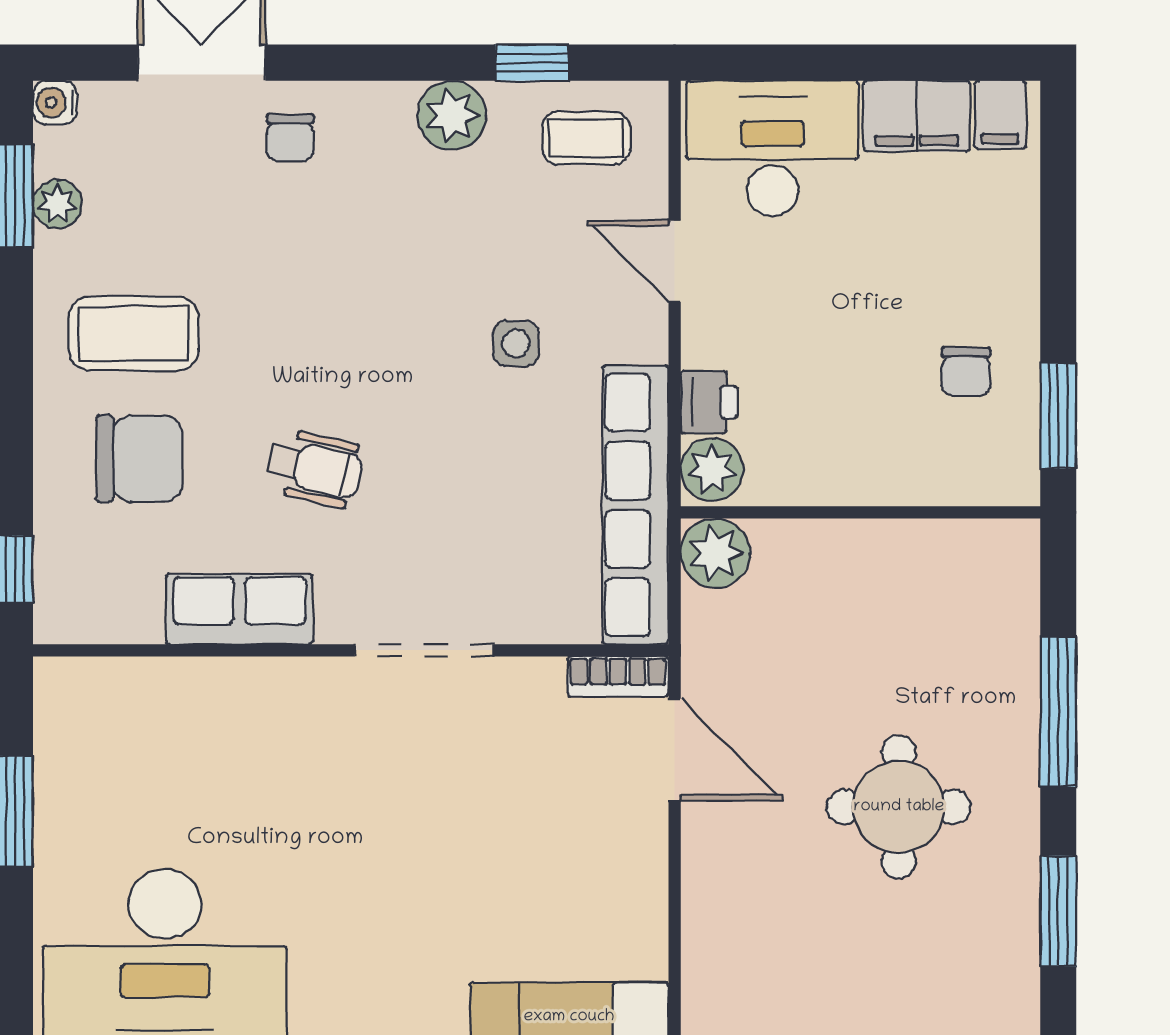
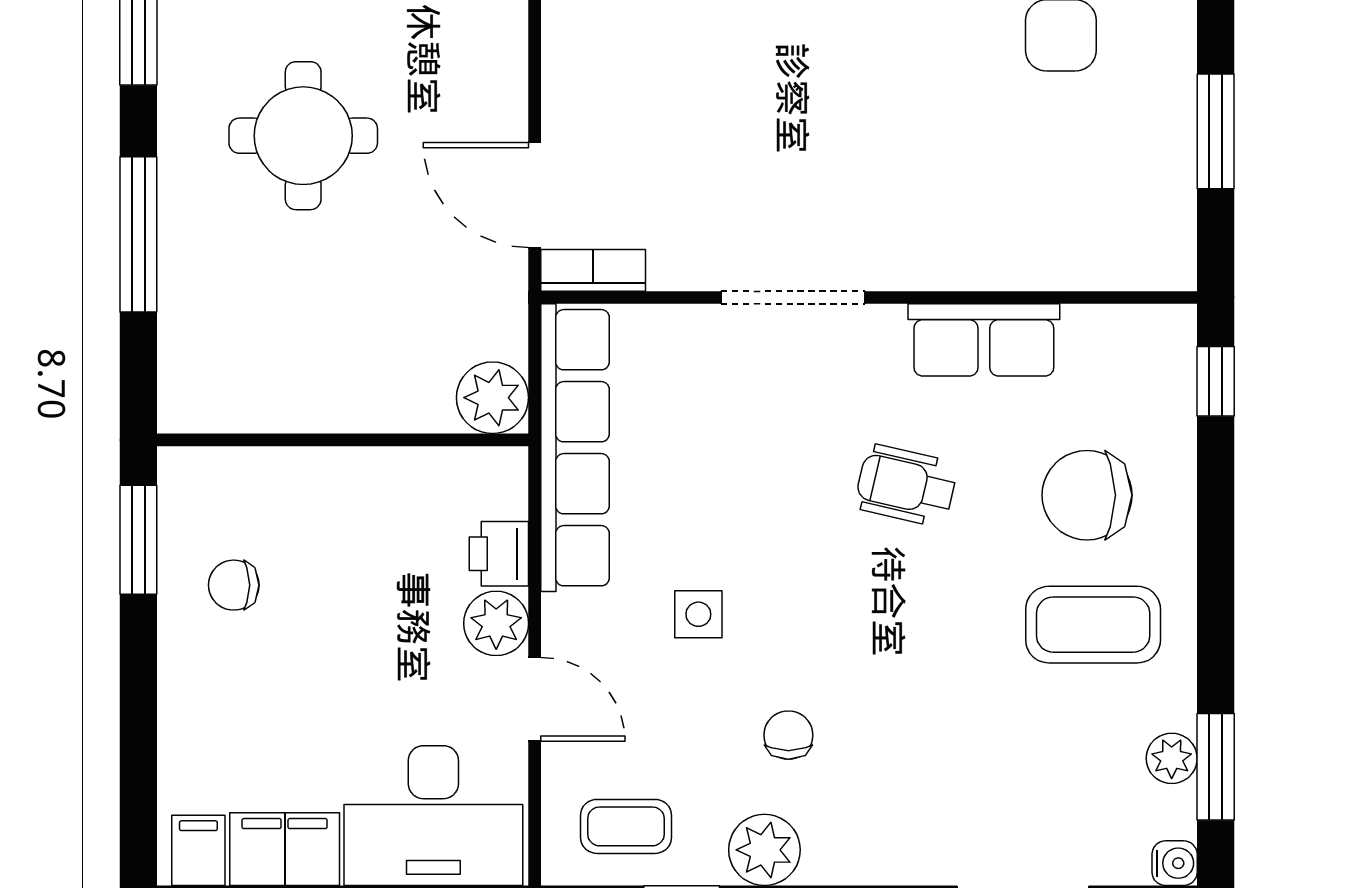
chair: (290, 138) -> (788, 735), moved
chair: (966, 372) -> (234, 585), turned -90
plant: (712, 470) -> (496, 623), moved

